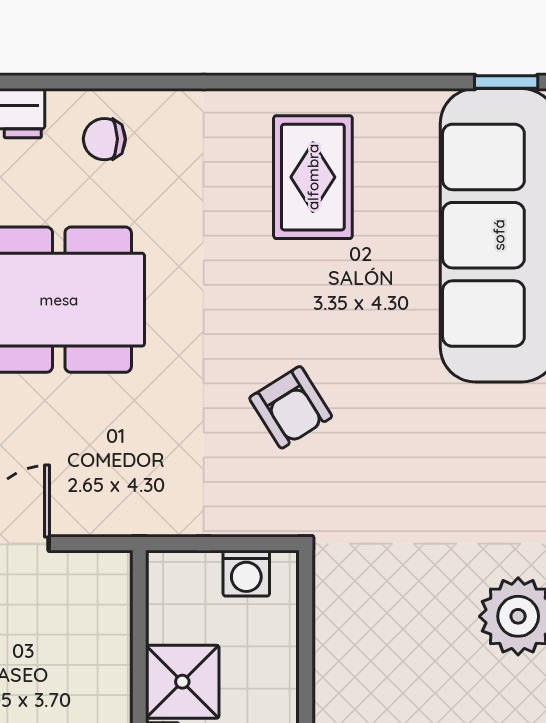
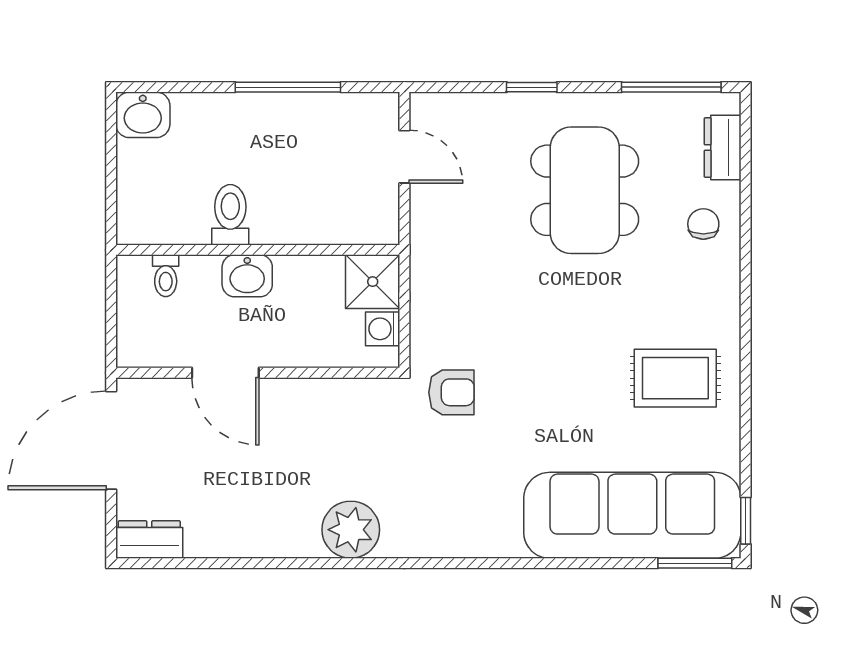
armchair: (291, 407) -> (451, 392), moved, turned -148
shower: (182, 682) -> (373, 282), moved

